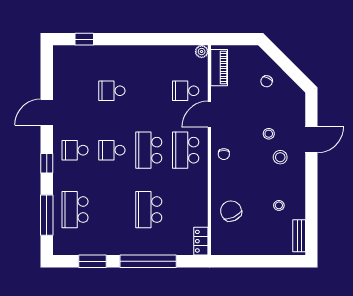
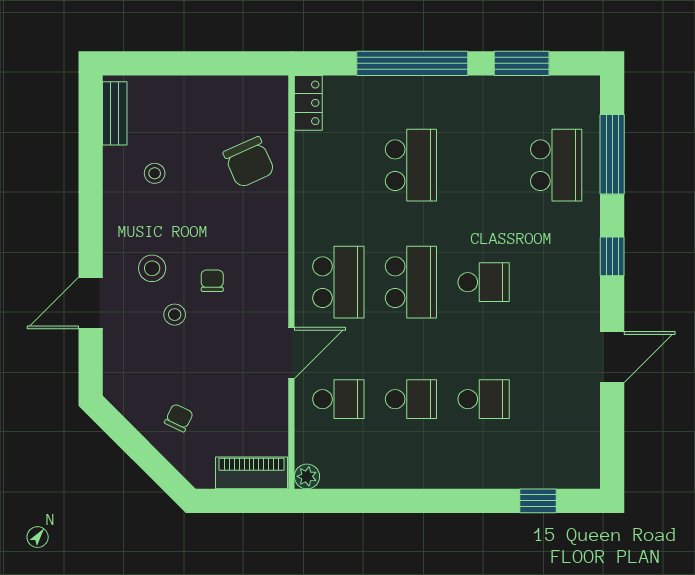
piano: (219, 68) -> (252, 473), moved, turned 90
school desk: (75, 150) -> (411, 399), moved
chair: (224, 154) -> (212, 281), moved

